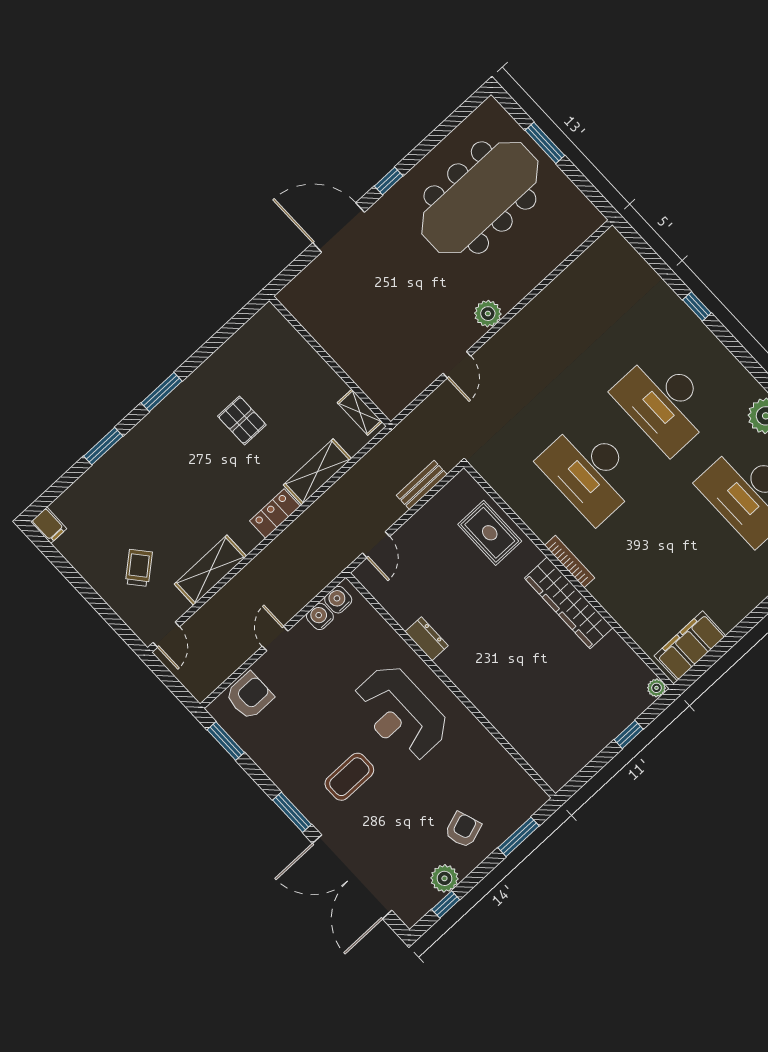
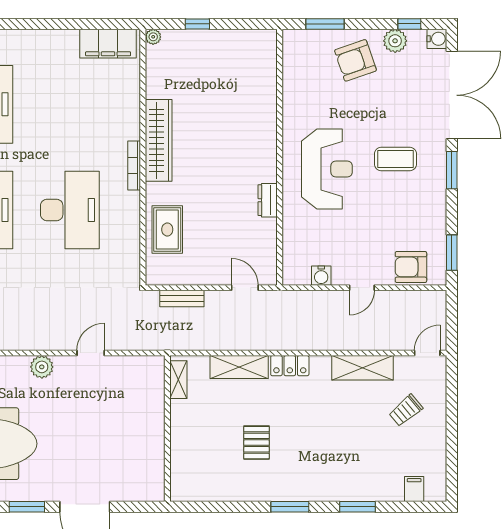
window: (389, 181) -> (27, 507), width x1.50
filing cabinet: (49, 525) -> (414, 489), moved
door: (376, 545) -> (245, 288), hinge flipped
water cooler: (338, 600) -> (437, 39), moved, turned -90
armchair: (463, 830) -> (355, 60), width x1.38, depth x1.38

